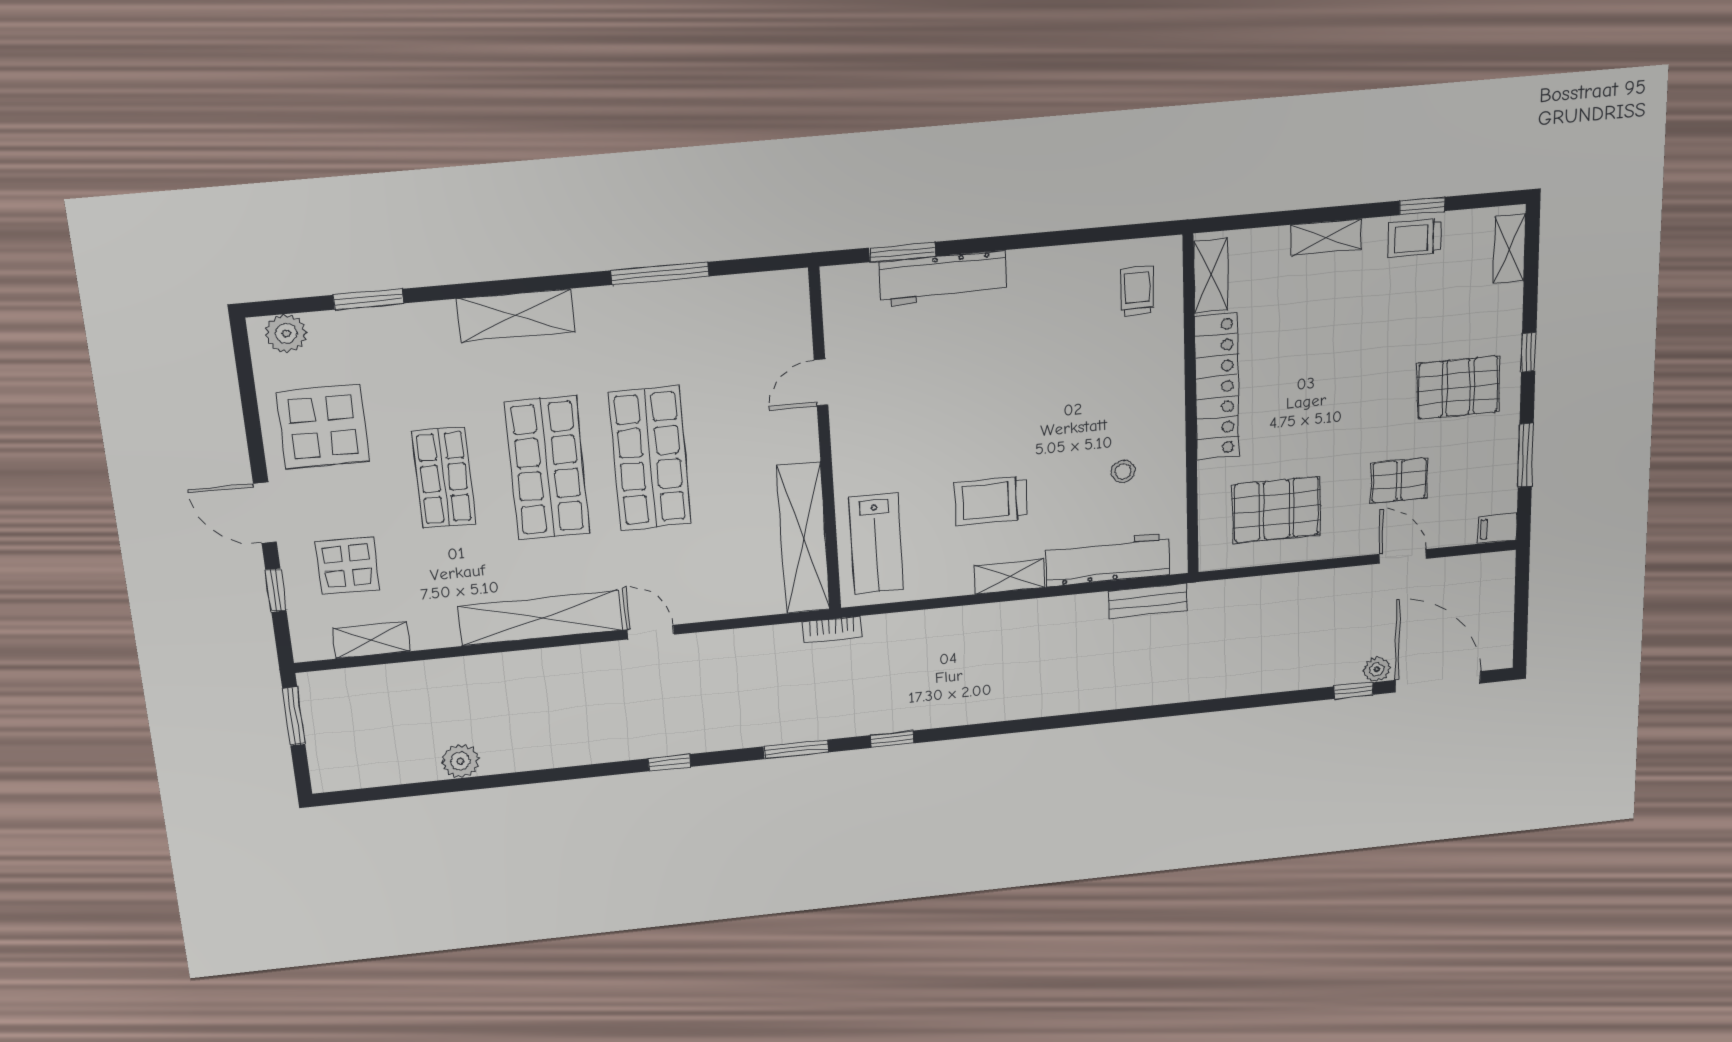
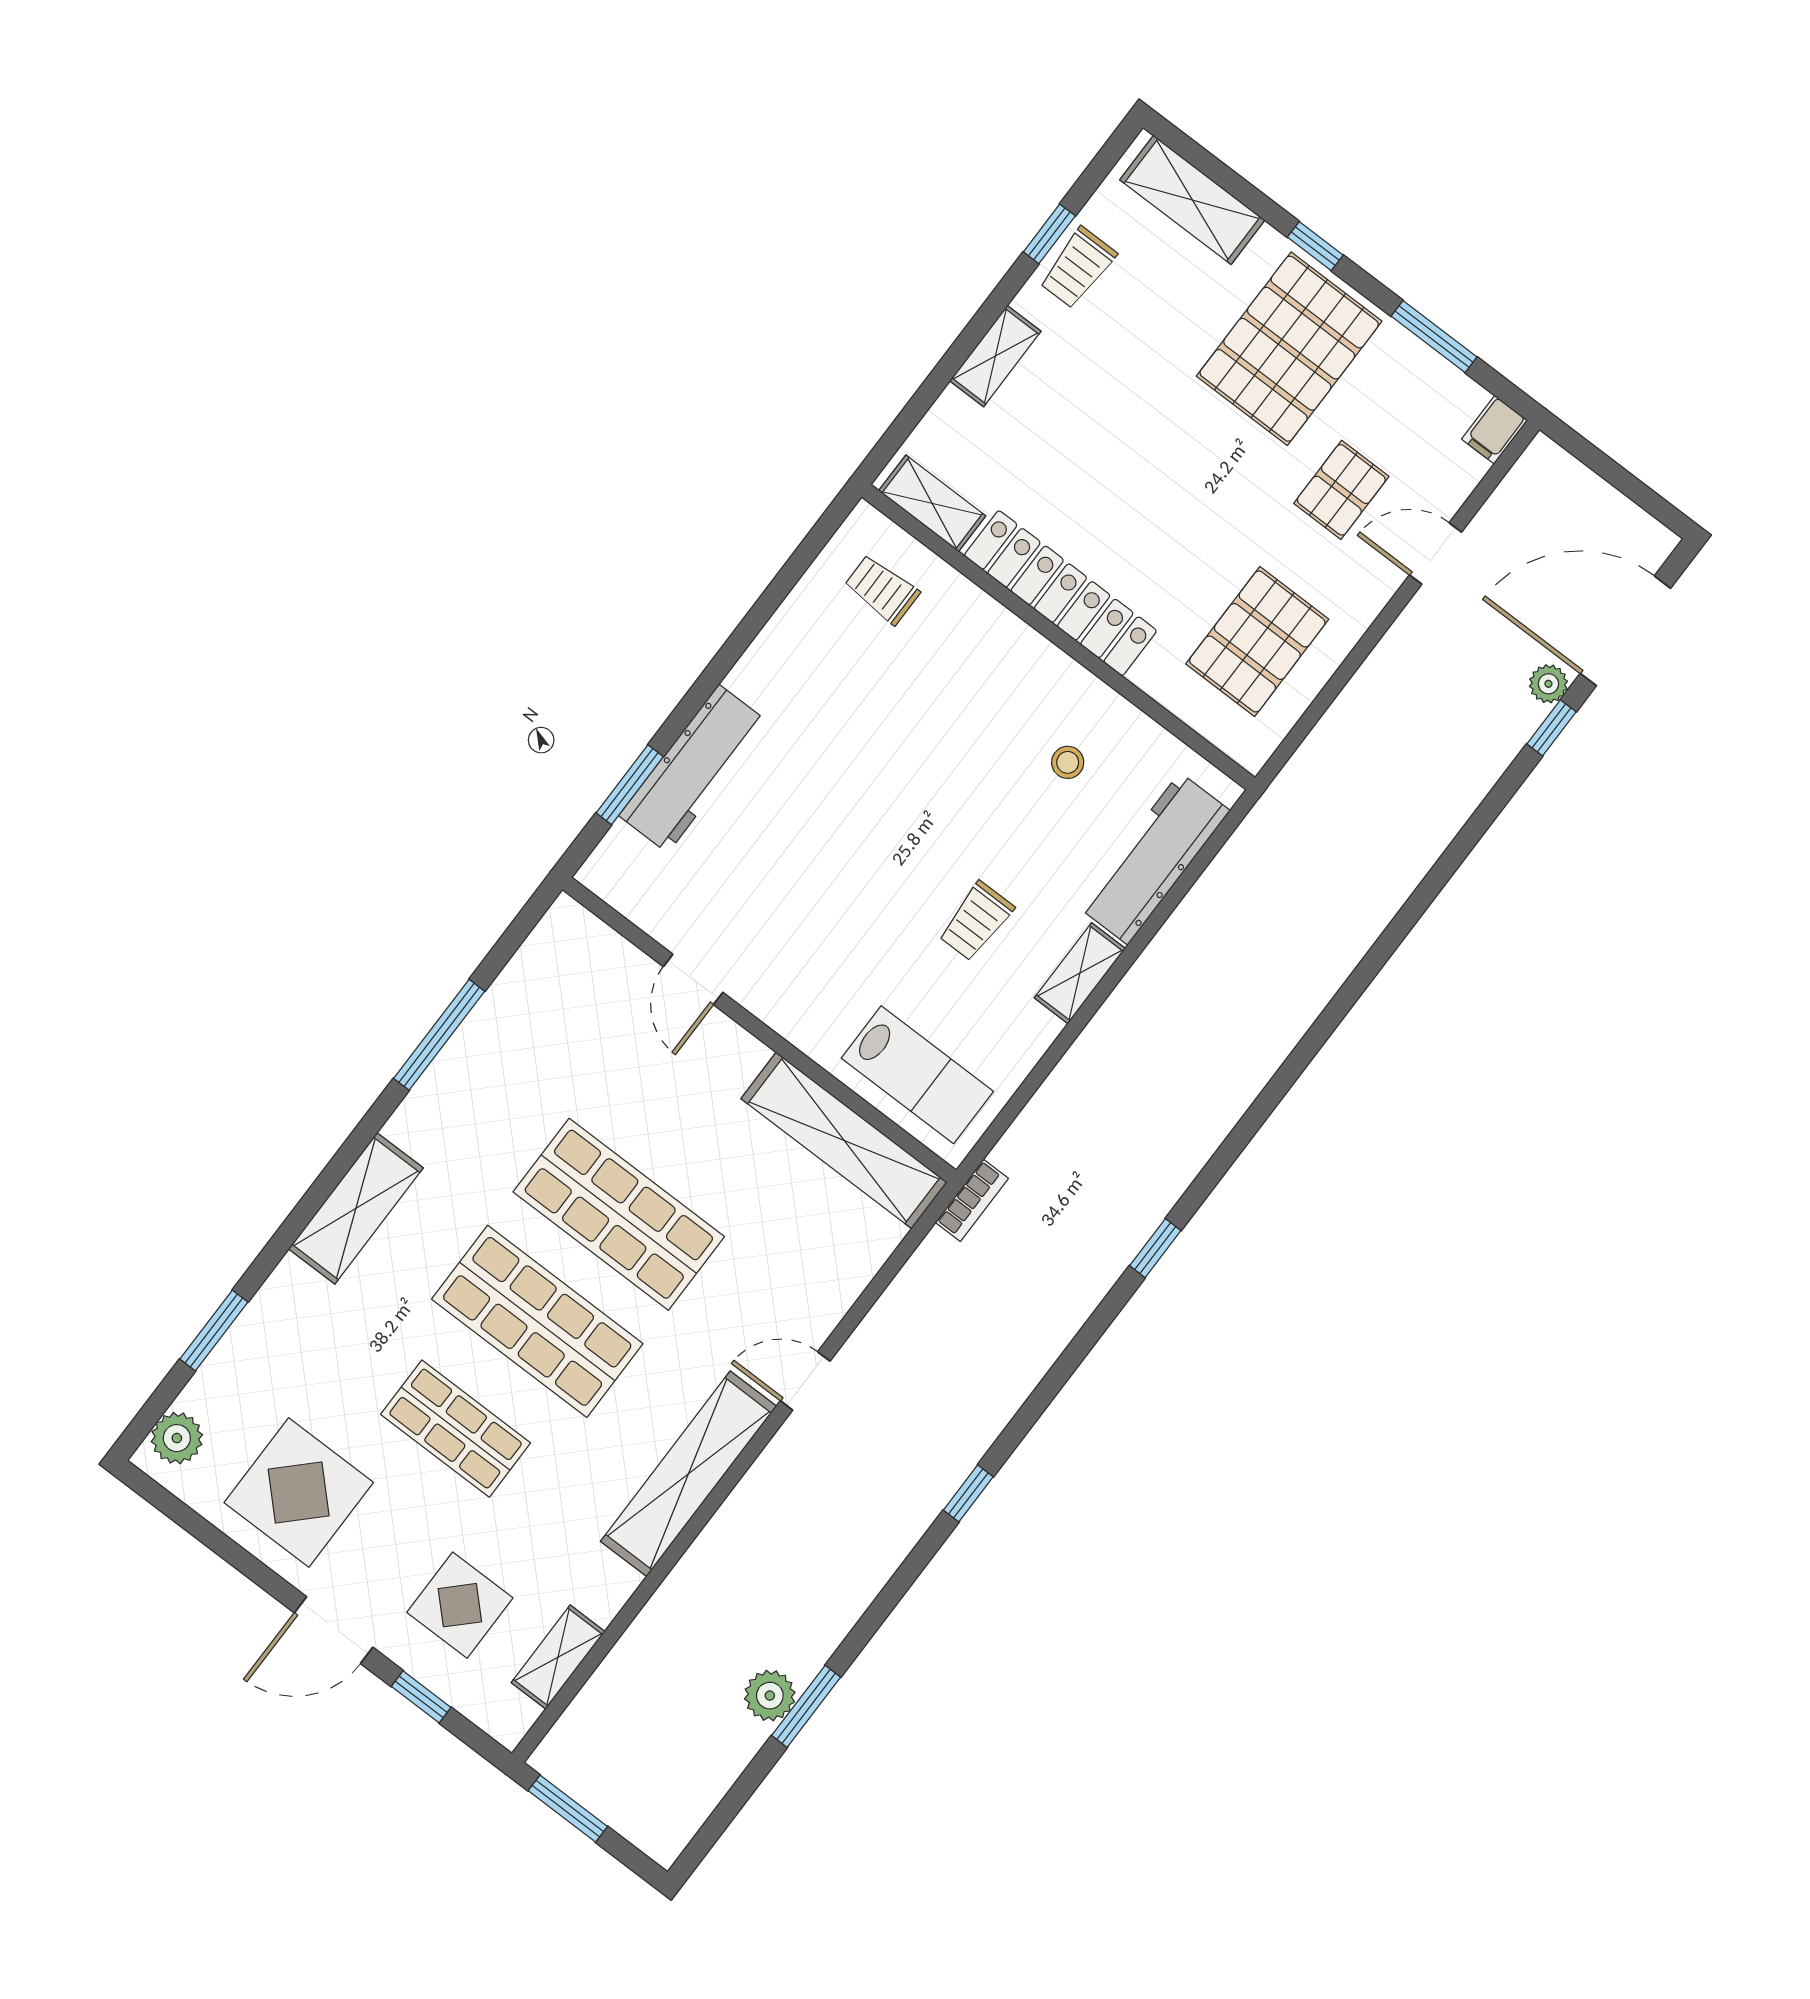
shelving: (1509, 249) -> (1192, 200), width x1.50, depth x1.33
pallet: (1458, 388) -> (1289, 349), width x1.37, depth x1.41
trolley: (991, 500) -> (976, 921), width x0.73, depth x0.72
bench: (1148, 601) -> (1240, 856), removed
window: (796, 749) -> (806, 1706), moved

